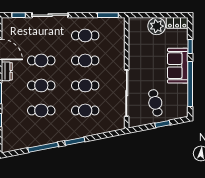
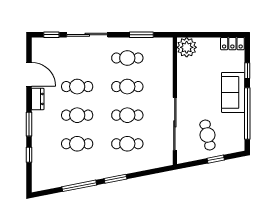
window: (108, 15) -> (141, 35), moved
plant: (157, 26) -> (187, 47), moved

